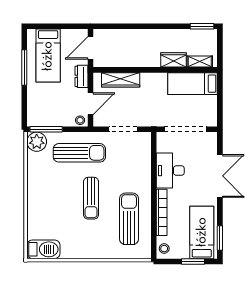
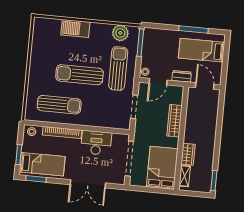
wardrobe: (121, 80) -> (174, 121), moved
bed: (193, 84) -> (162, 168), width x1.50
door: (90, 104) -> (158, 82), hinge flipped
plant: (37, 142) -> (120, 33), moved
sun lounger: (79, 153) -> (118, 69), turned 180
sun lounger: (91, 198) -> (79, 75), width x1.36, depth x1.34
barbecue: (43, 249) -> (75, 28), moved, turned 90

